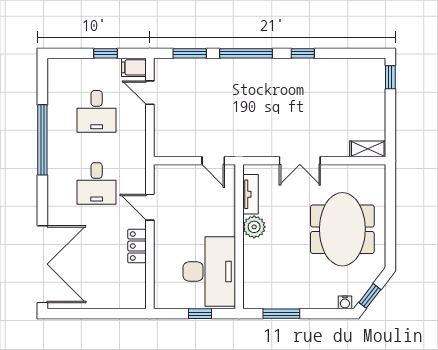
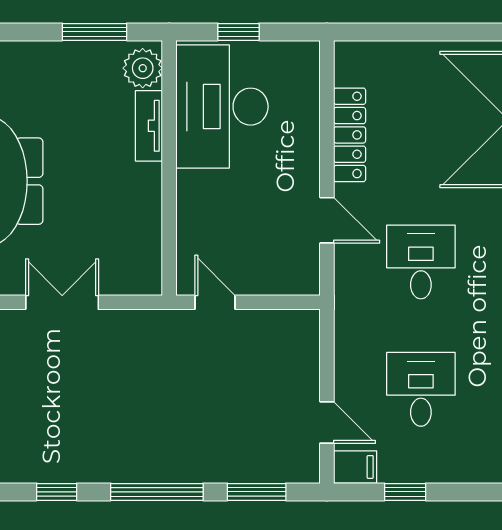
tv unit: (251, 194) -> (149, 126), moved
plant: (254, 227) -> (143, 68), moved
locker: (137, 246) -> (350, 135), width x1.53

